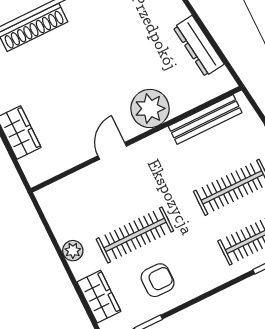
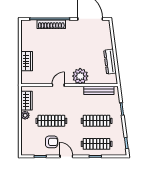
door: (205, 296) -> (66, 156), added
wardrobe: (99, 297) -> (27, 101), moved

